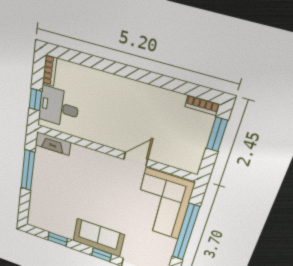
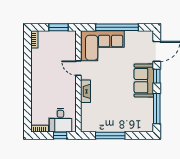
window: (217, 134) -> (58, 27), moved
fireplace: (53, 144) -> (85, 91), moved
window: (57, 239) -> (157, 109), width x2.17

